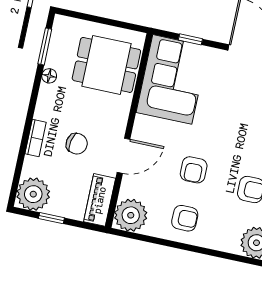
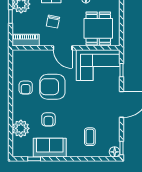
door: (124, 156) -> (63, 48), moved
armchair: (194, 170) -> (52, 87), width x1.88, depth x1.88
plant: (131, 215) -> (21, 58), removed

